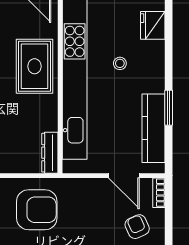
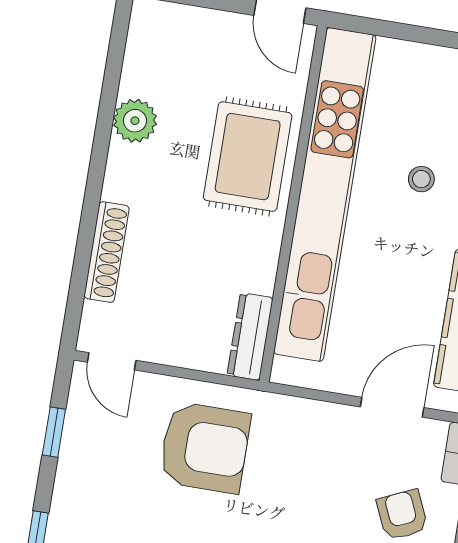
door: (124, 176) -> (392, 407), swing flipped

